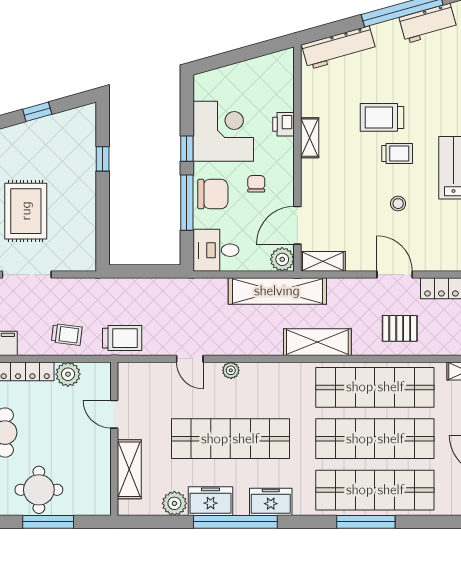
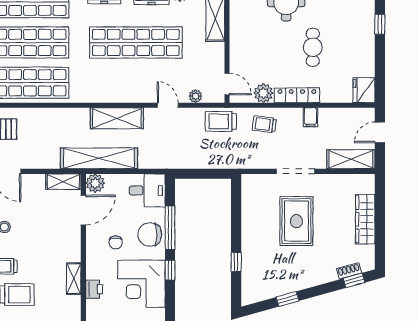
shelving: (317, 342) -> (117, 118), moved
plant: (231, 370) -> (196, 96), moved
door: (114, 414) -> (227, 84), moved

